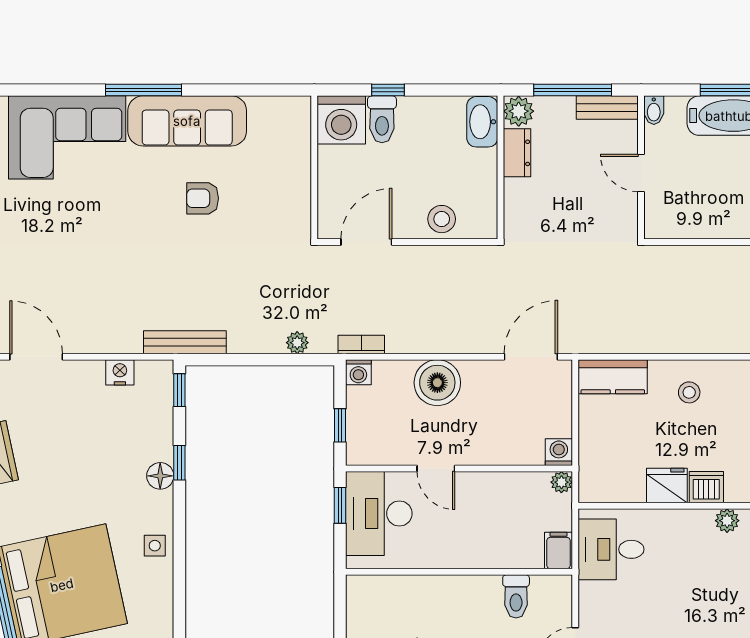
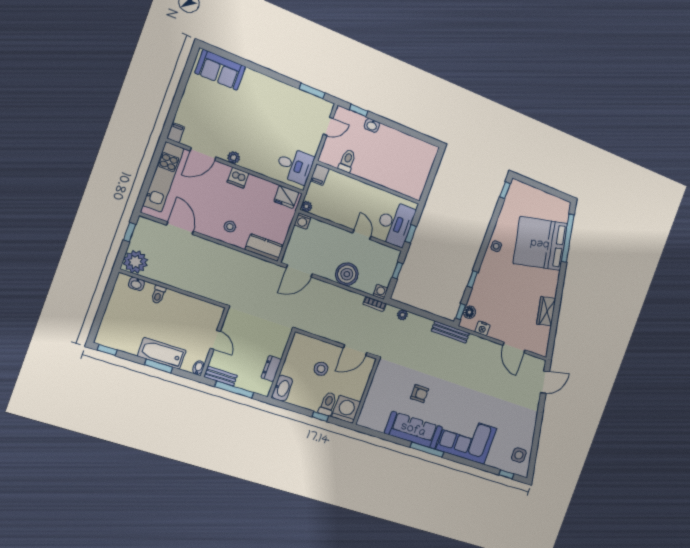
plant: (519, 111) -> (263, 388), removed
stool: (442, 219) -> (321, 369), moved
floor lamp: (160, 476) -> (469, 312), moved
fridge: (667, 485) -> (286, 197), moved

